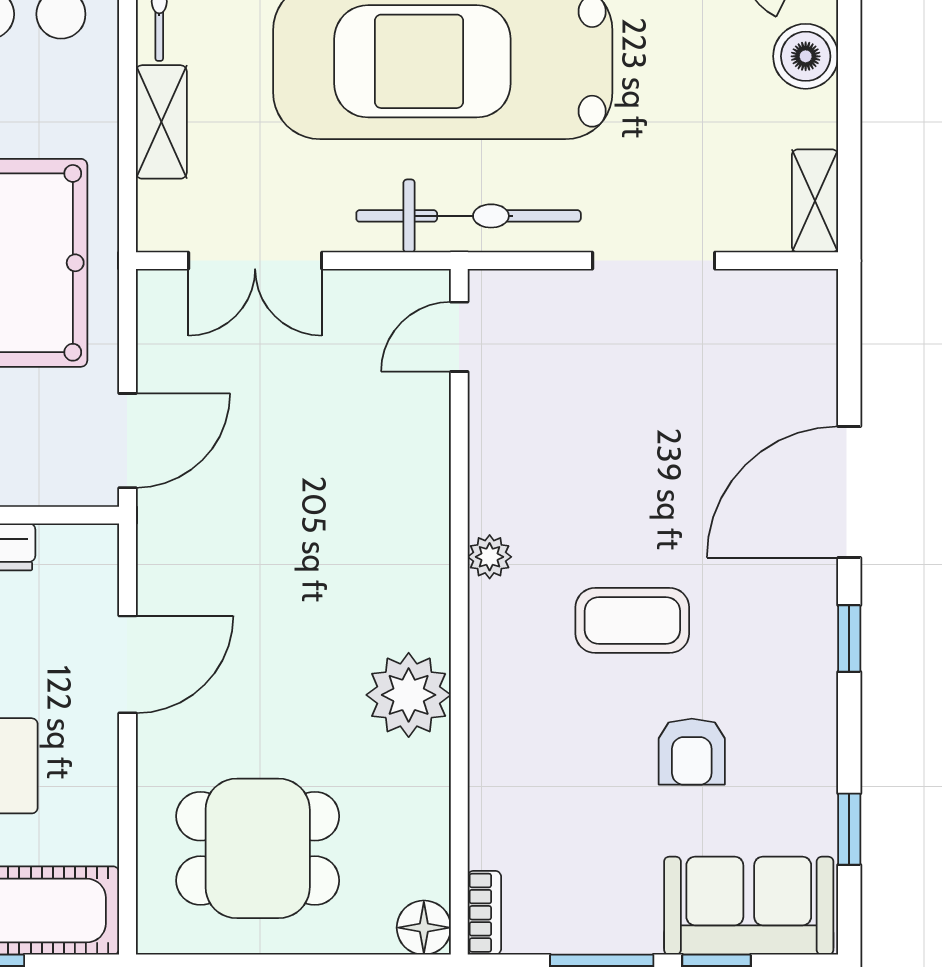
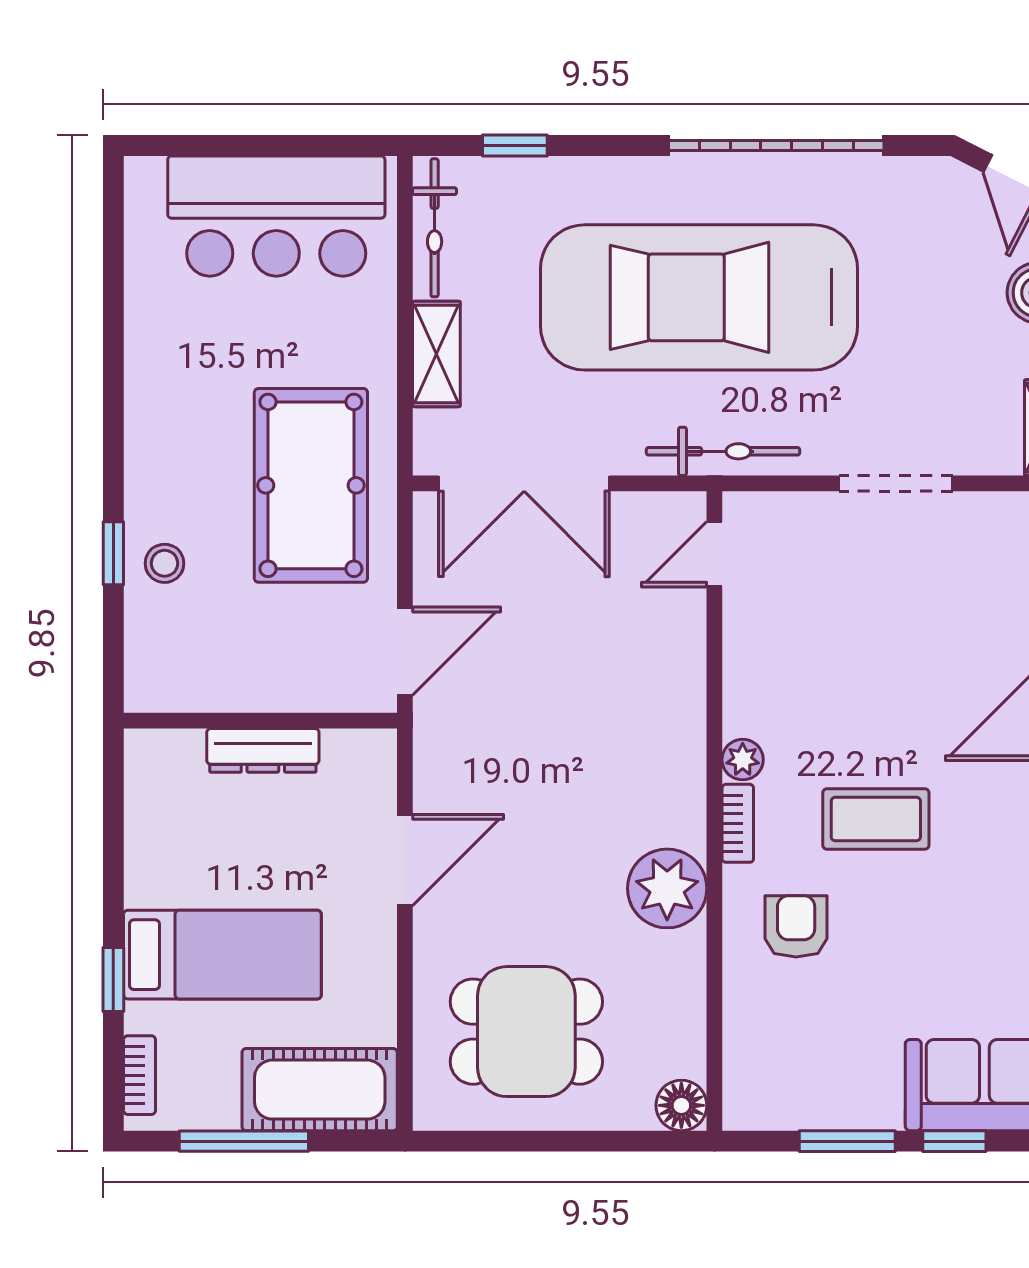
bicycle: (469, 216) -> (723, 451), width x0.73, depth x0.71
double door: (255, 261) -> (524, 483), width x1.37
armchair: (692, 752) -> (796, 926), moved, turned 180
bookcase: (484, 913) -> (738, 823), moved

